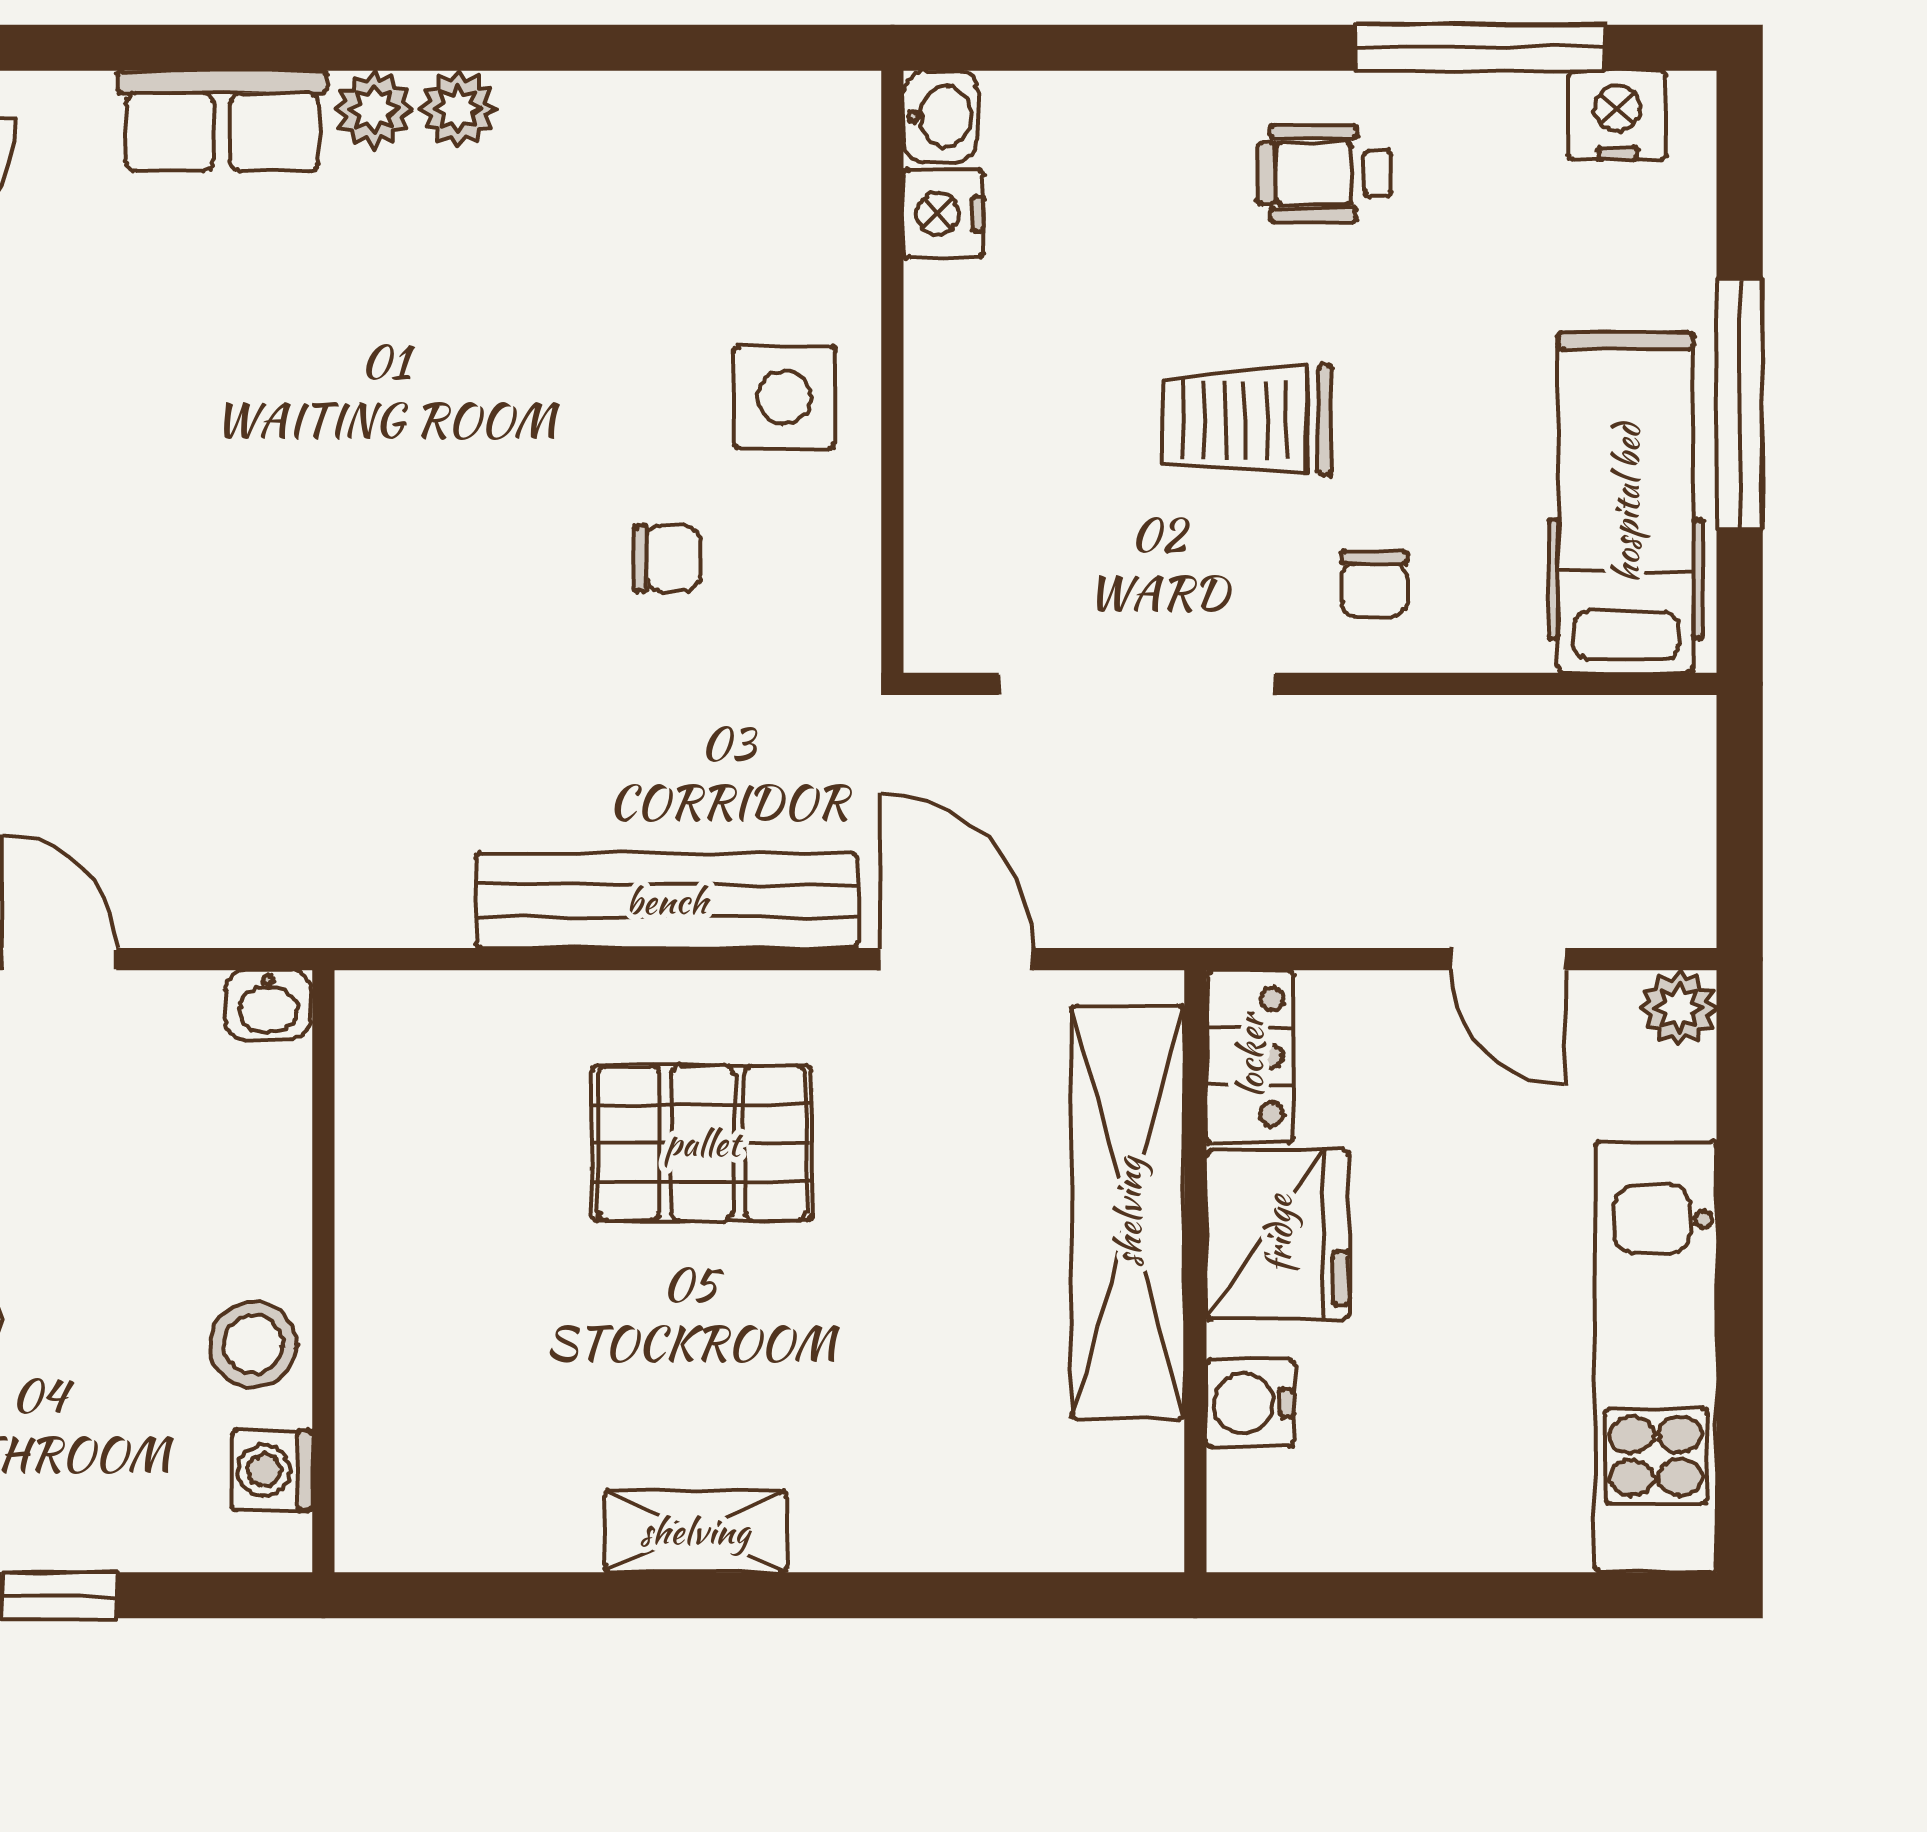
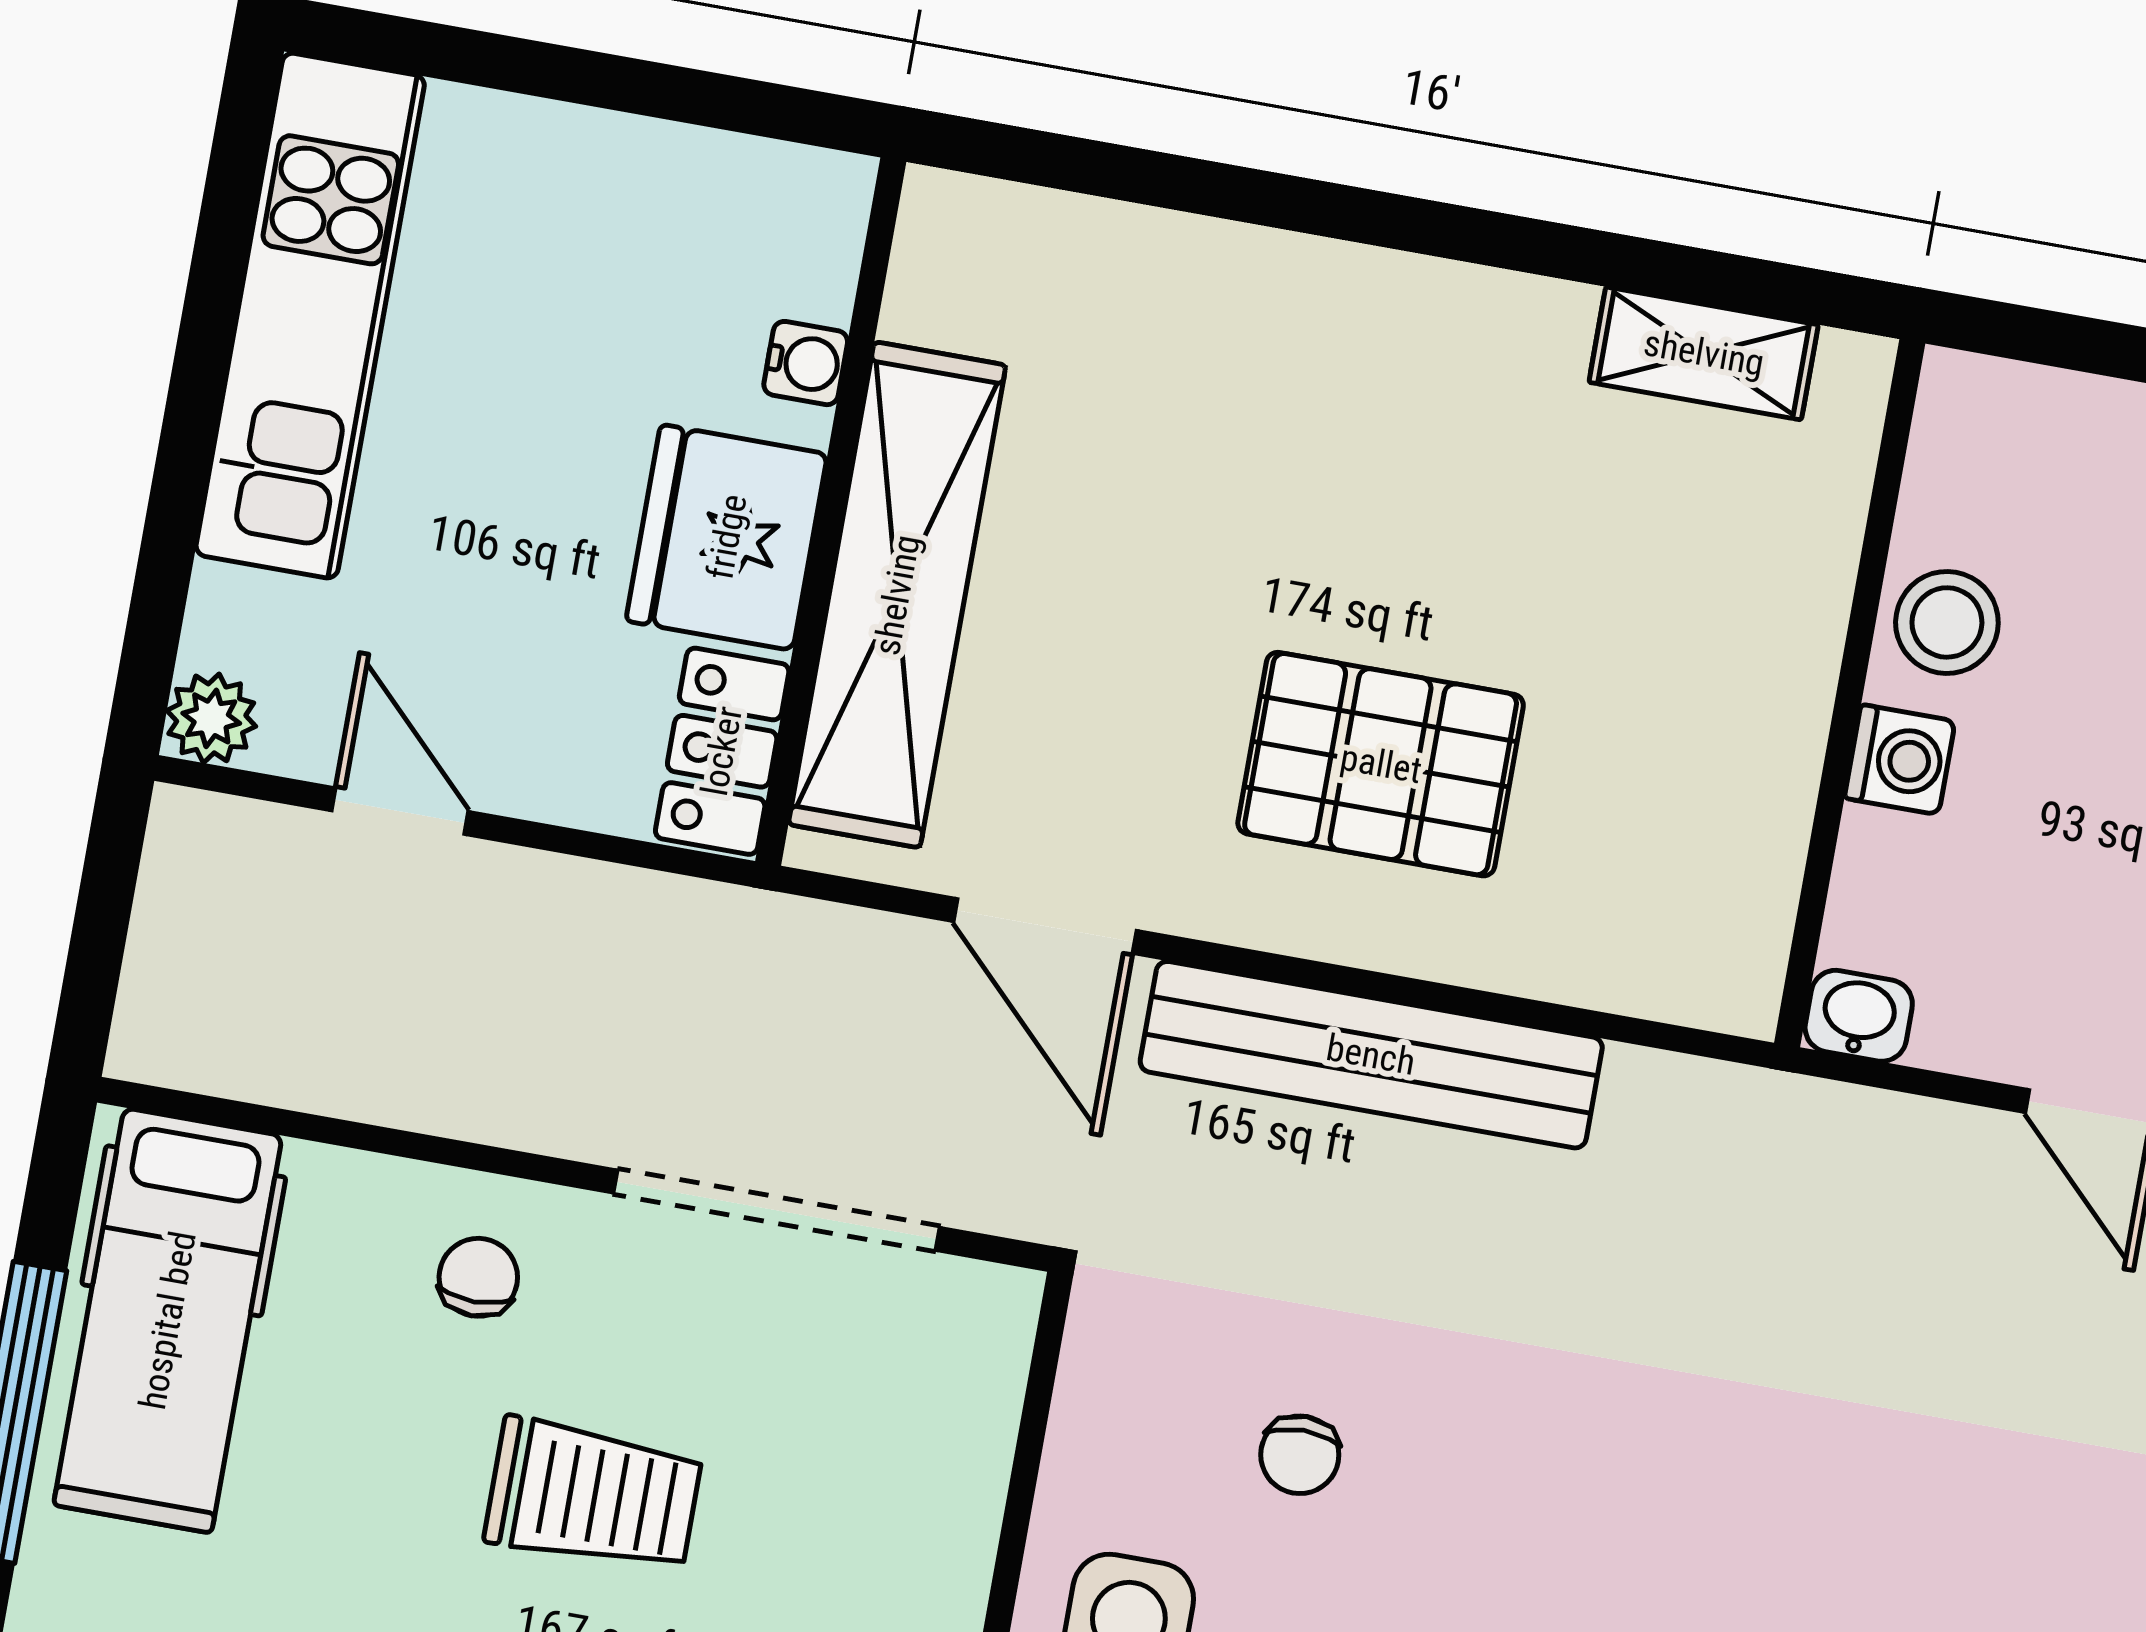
chair: (667, 558) -> (1300, 1455), turned -90
water cooler: (1250, 1403) -> (806, 363), width x0.72, depth x0.72
washing machine: (272, 1470) -> (1900, 760), moved
shelving: (695, 1531) -> (1704, 353), moved

